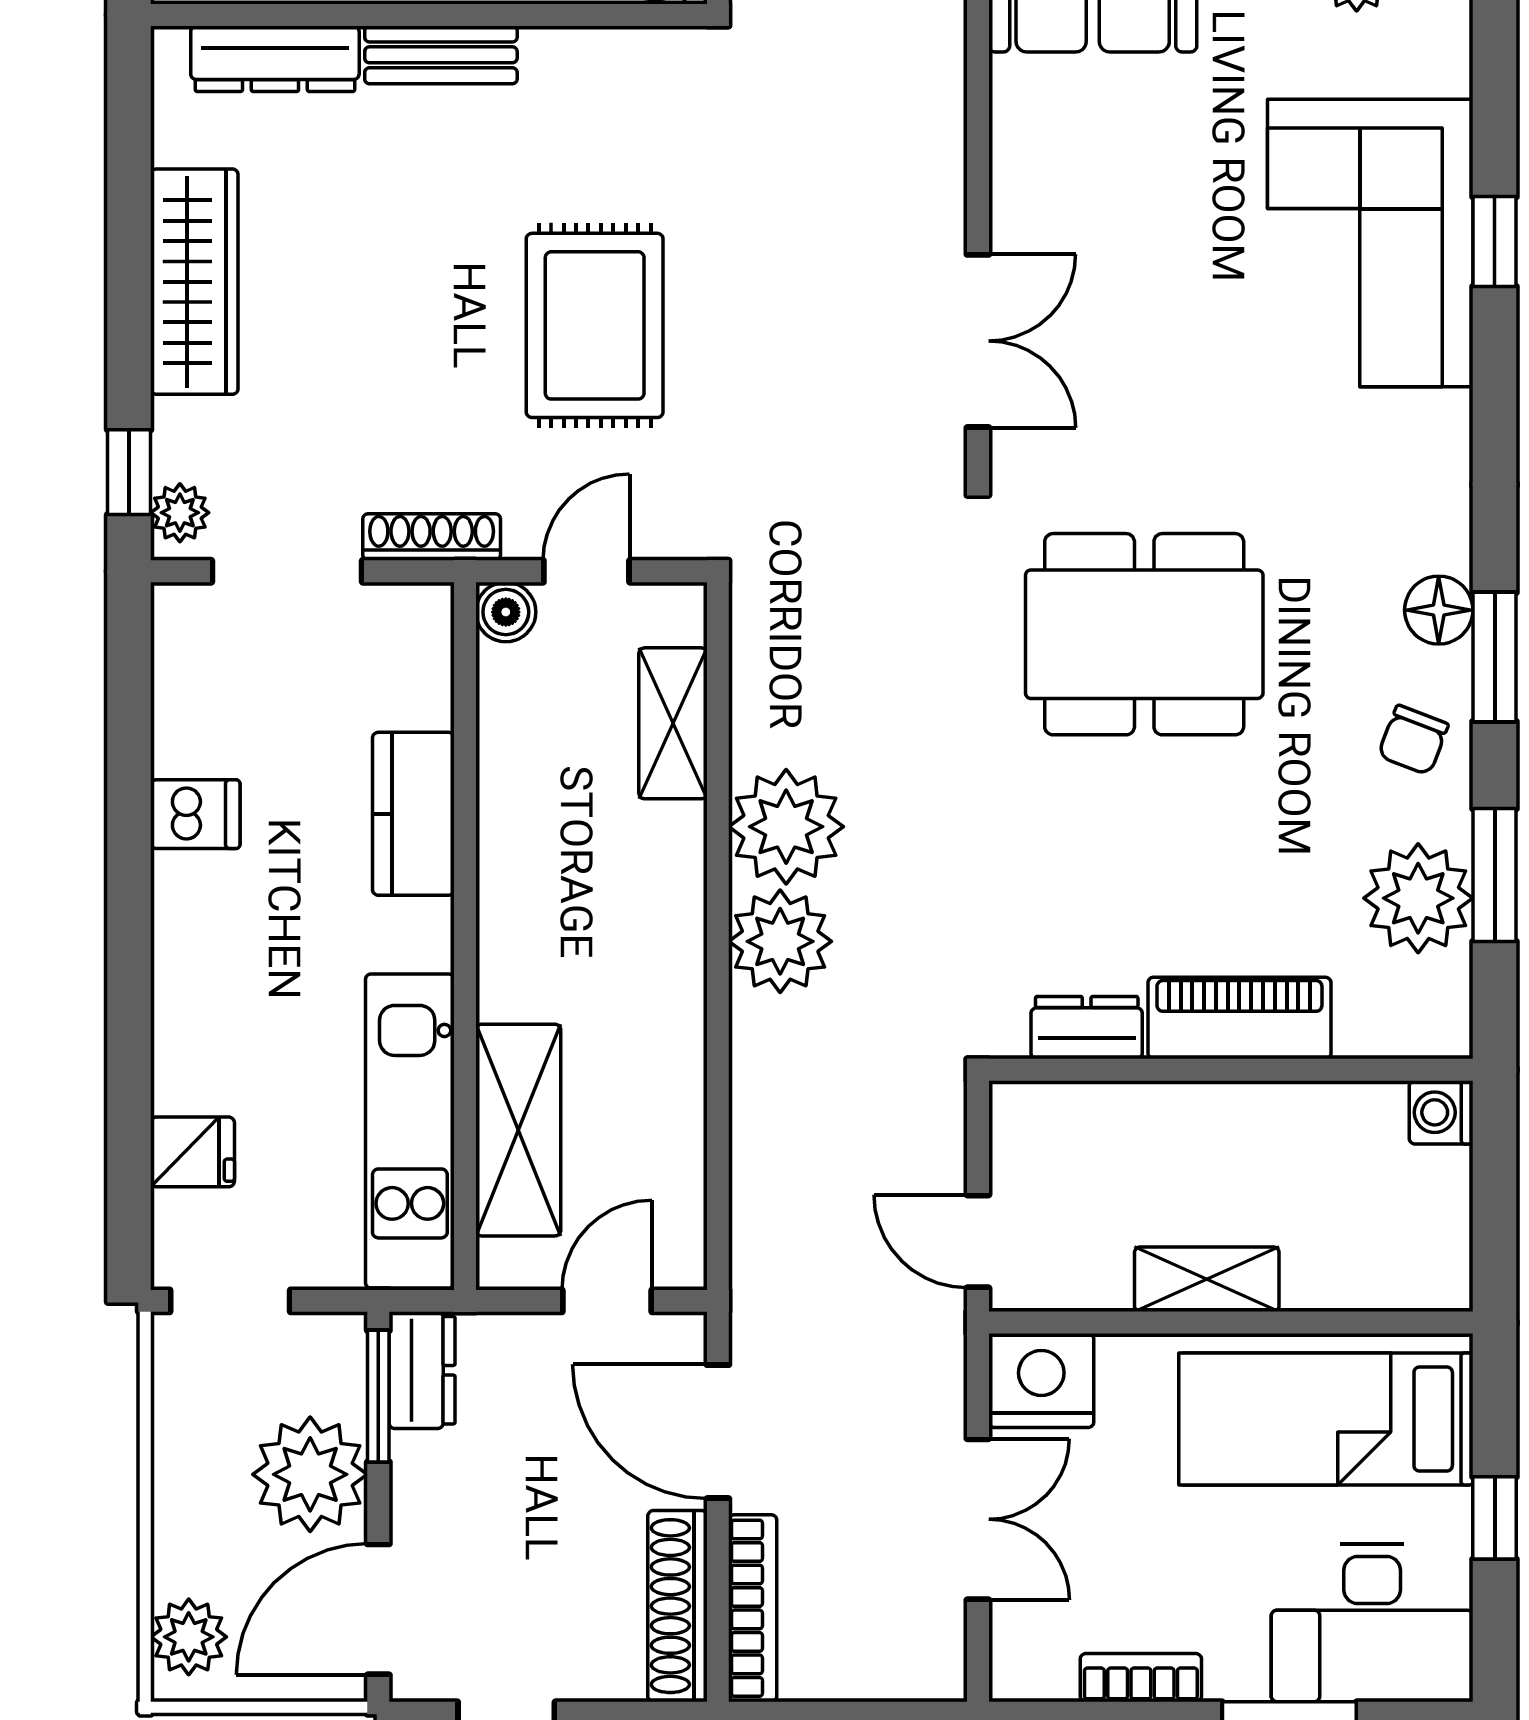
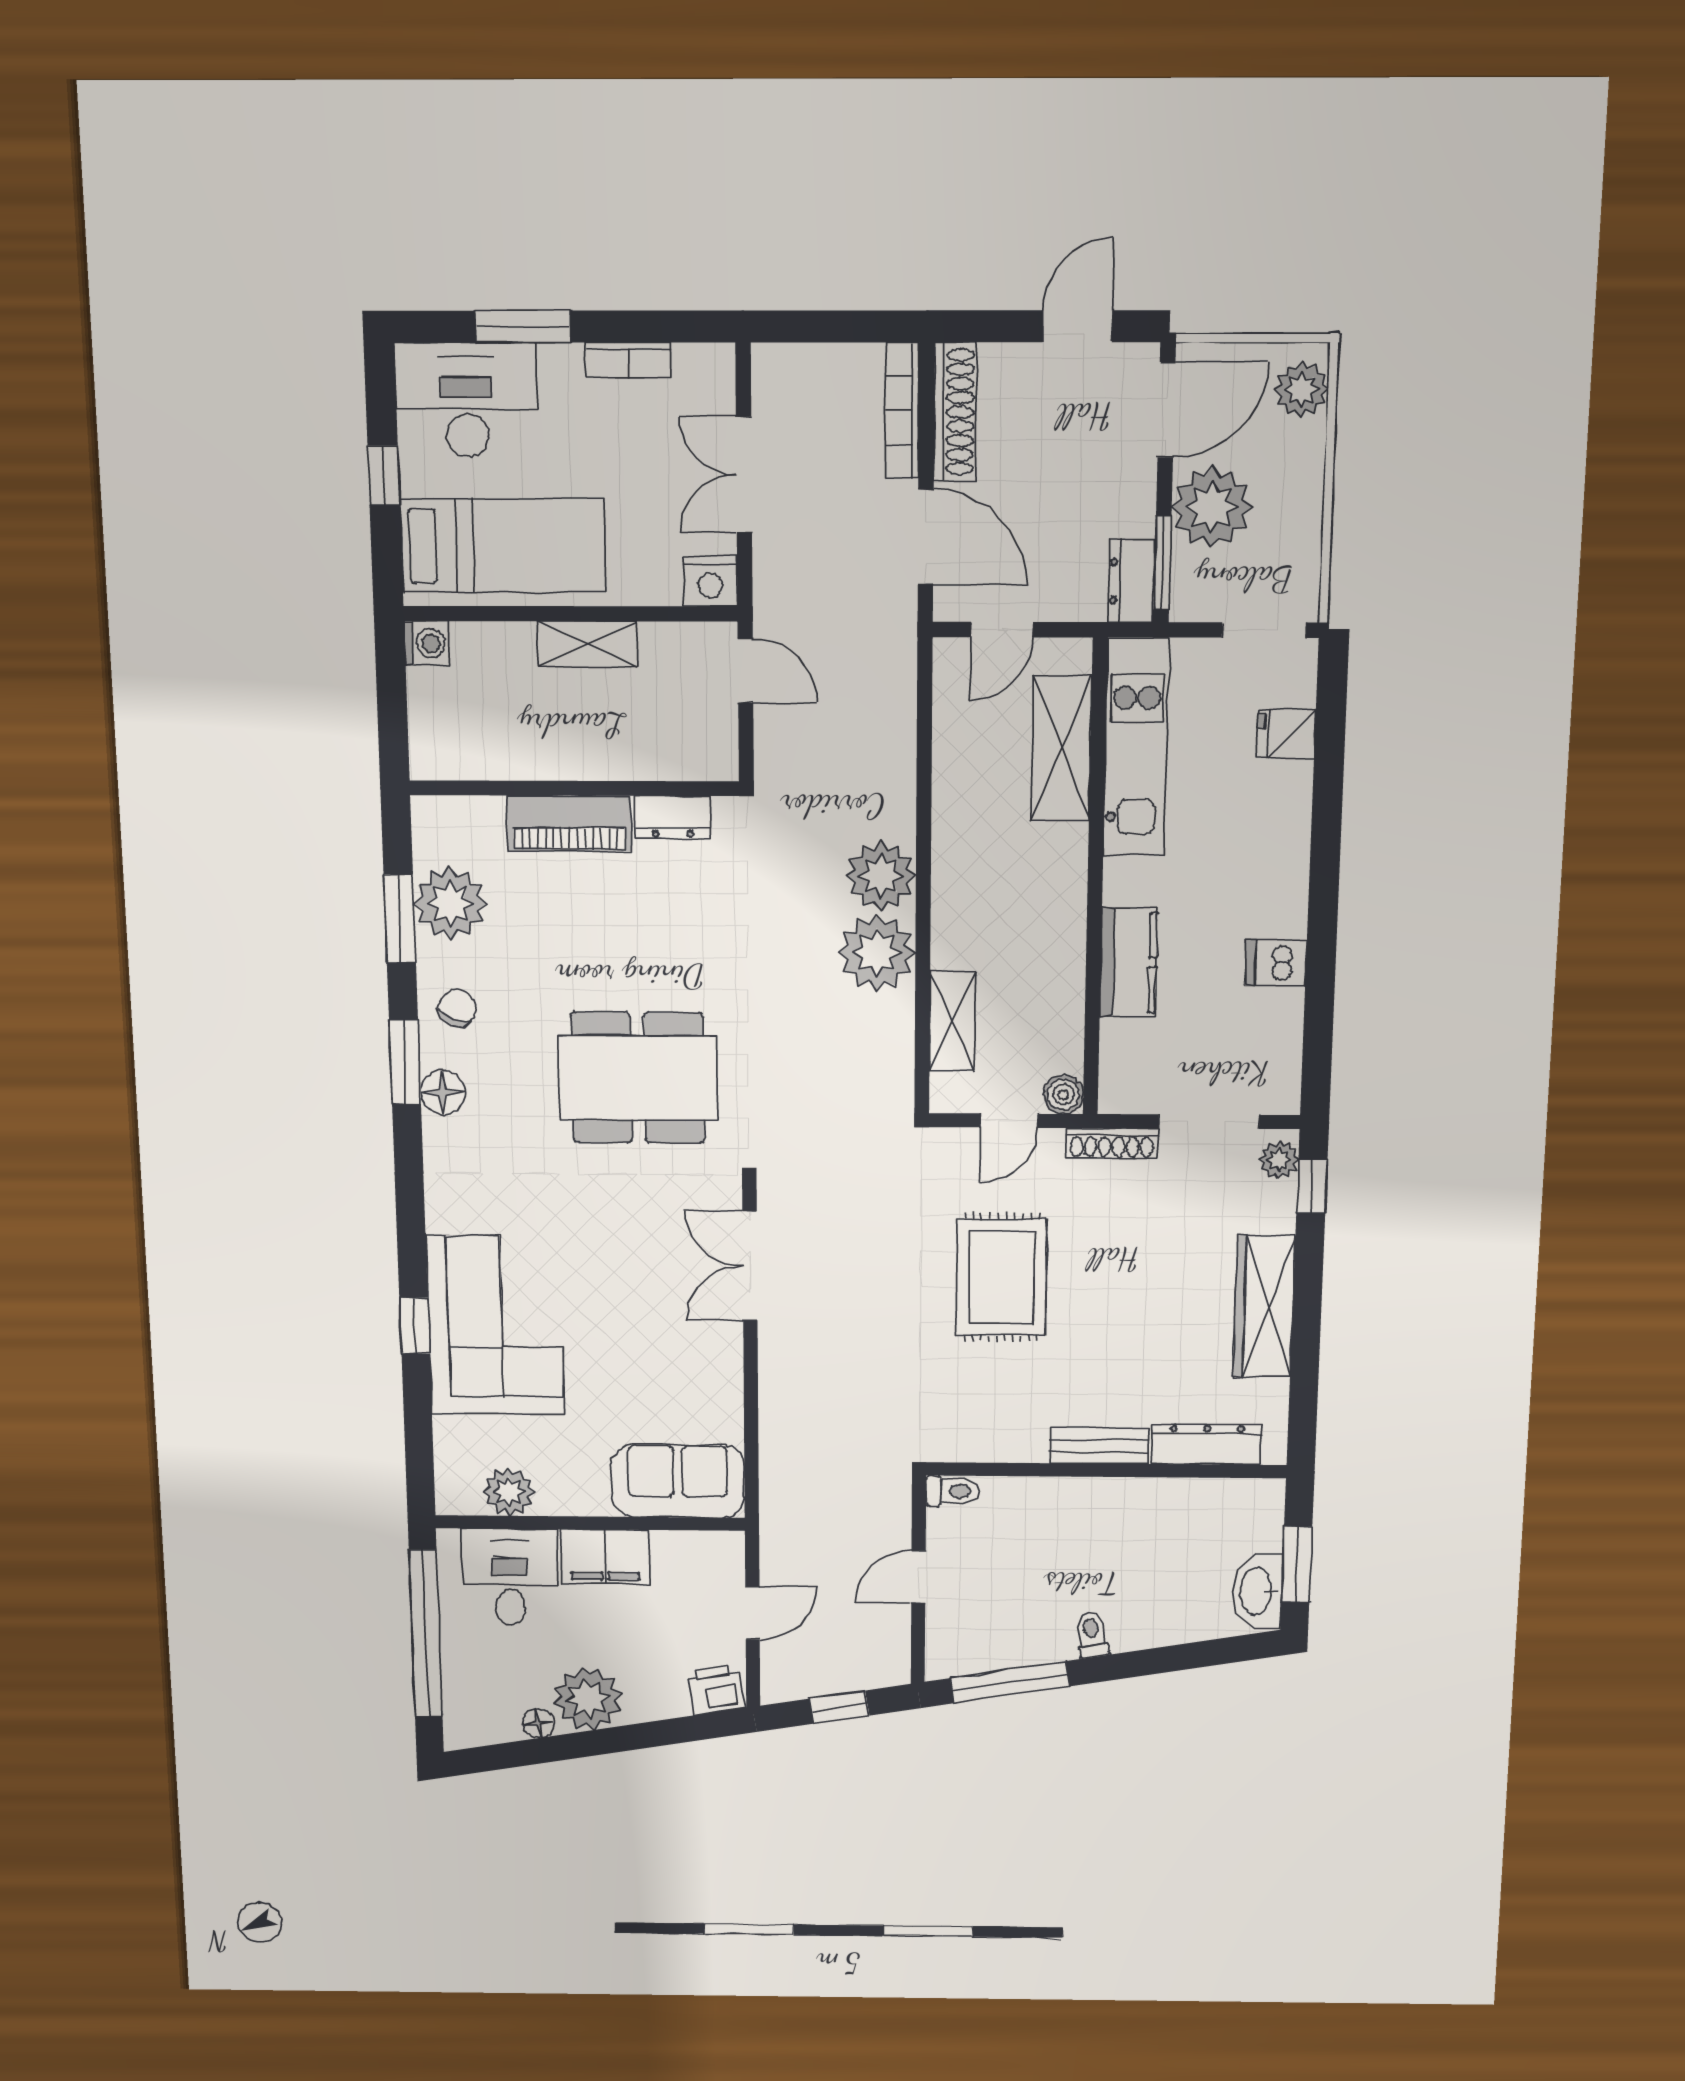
washing machine: (1441, 1112) -> (426, 643), moved
nightstand: (1041, 1380) -> (711, 581), width x0.74, depth x0.75

